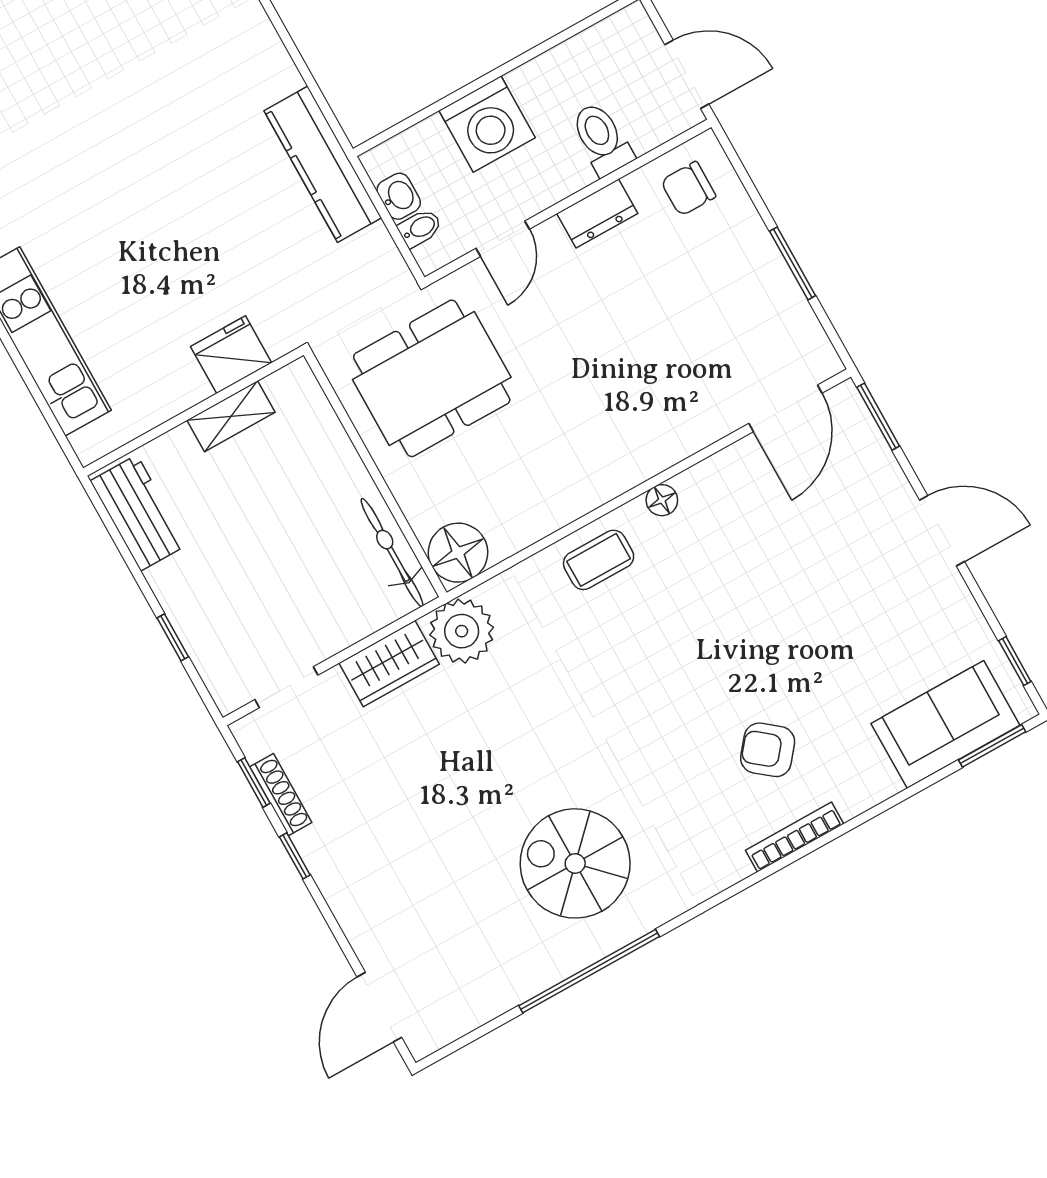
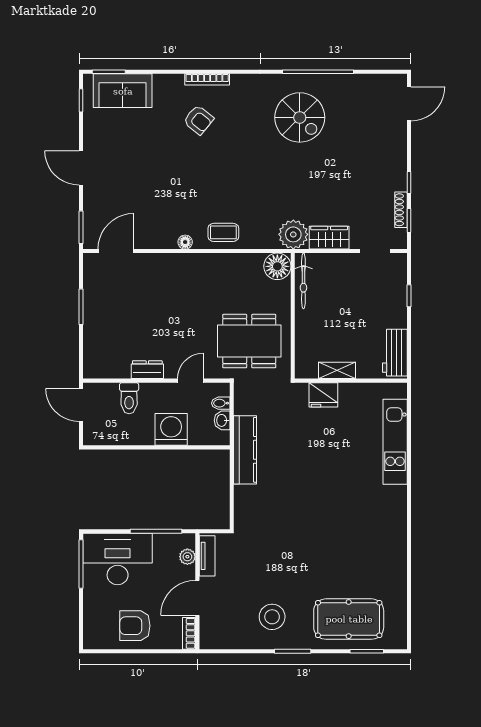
chair: (688, 189) -> (106, 359), removed

